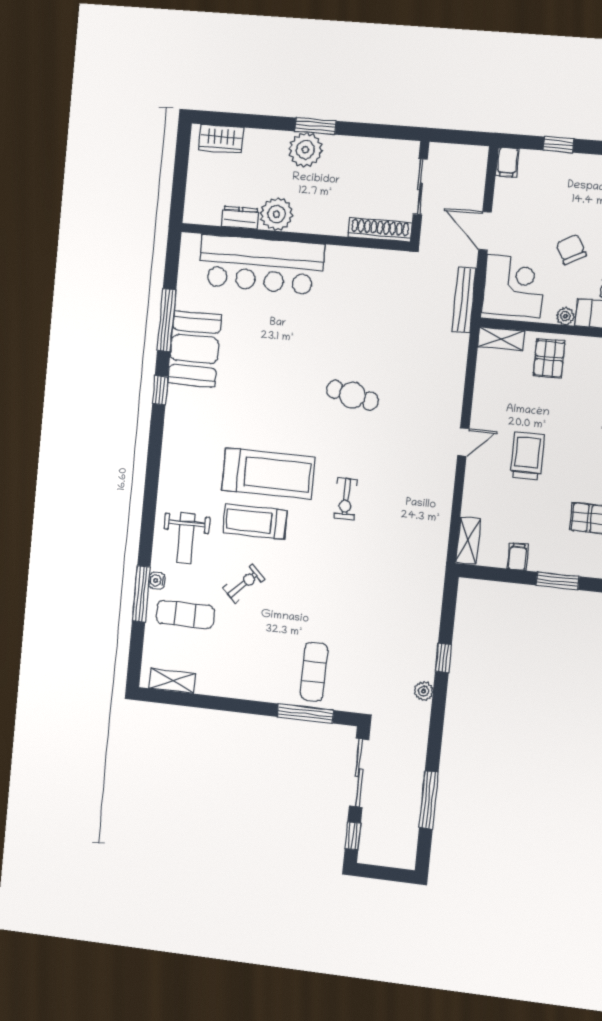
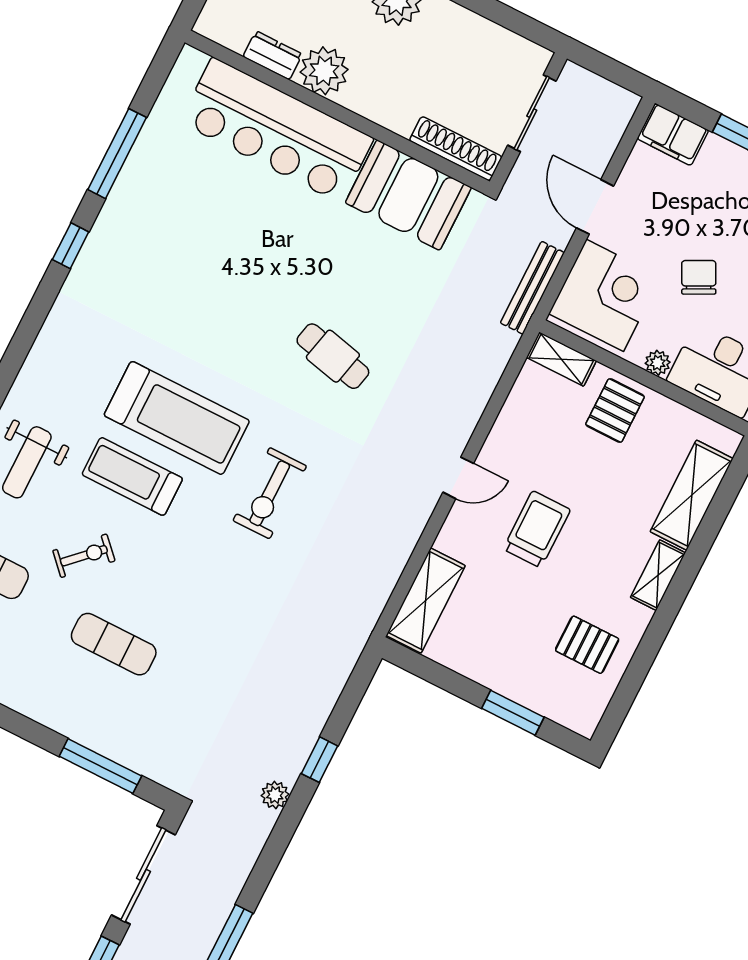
filing cabinet: (507, 162) -> (673, 134), width x2.00
booth: (195, 349) -> (408, 195), moved, turned 90
exercise bike: (346, 499) -> (270, 493), width x1.38, depth x1.39
shelving: (468, 540) -> (426, 600), width x1.50, depth x1.33
filing cabinet: (518, 557) -> (472, 660), removed
exercise mat: (314, 672) -> (114, 644), moved, turned 90

